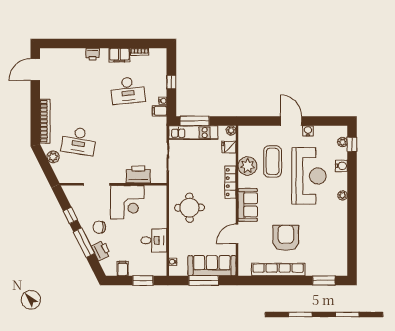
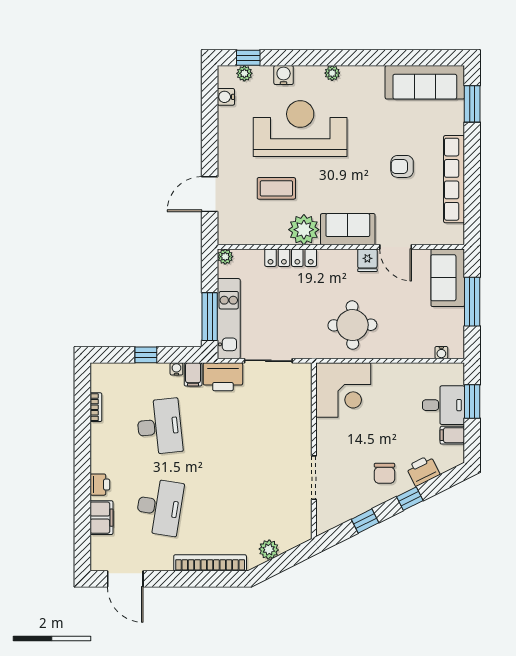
filing cabinet: (119, 55) -> (101, 518), moved
door: (291, 121) -> (210, 194), moved
water cooler: (308, 131) -> (226, 97), moved
desk: (79, 141) -> (159, 507), moved
fridge: (229, 147) -> (367, 260), moved
coffee table: (273, 161) -> (276, 188), width x0.73, depth x0.76
plant: (247, 166) -> (304, 230), moved
printer: (138, 175) -> (223, 377), moved, turned -90
locker: (230, 182) -> (291, 258), moved
corner desk: (127, 202) -> (343, 390), moved, turned 90
armchair: (286, 238) -> (402, 166), width x0.53, depth x0.53
desk: (154, 240) -> (444, 405), moved, turned 90
window: (84, 243) -> (410, 499), width x0.46
sofa: (337, 252) -> (425, 82), added
sofa: (212, 266) -> (448, 278), width x0.73

